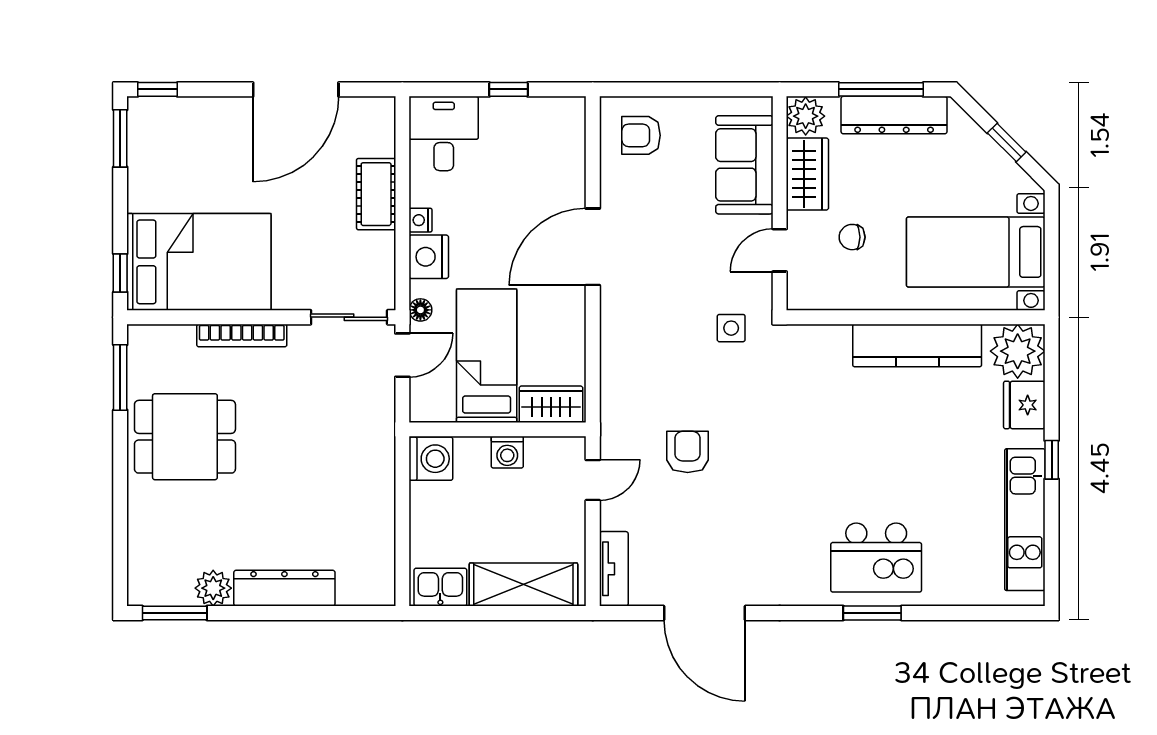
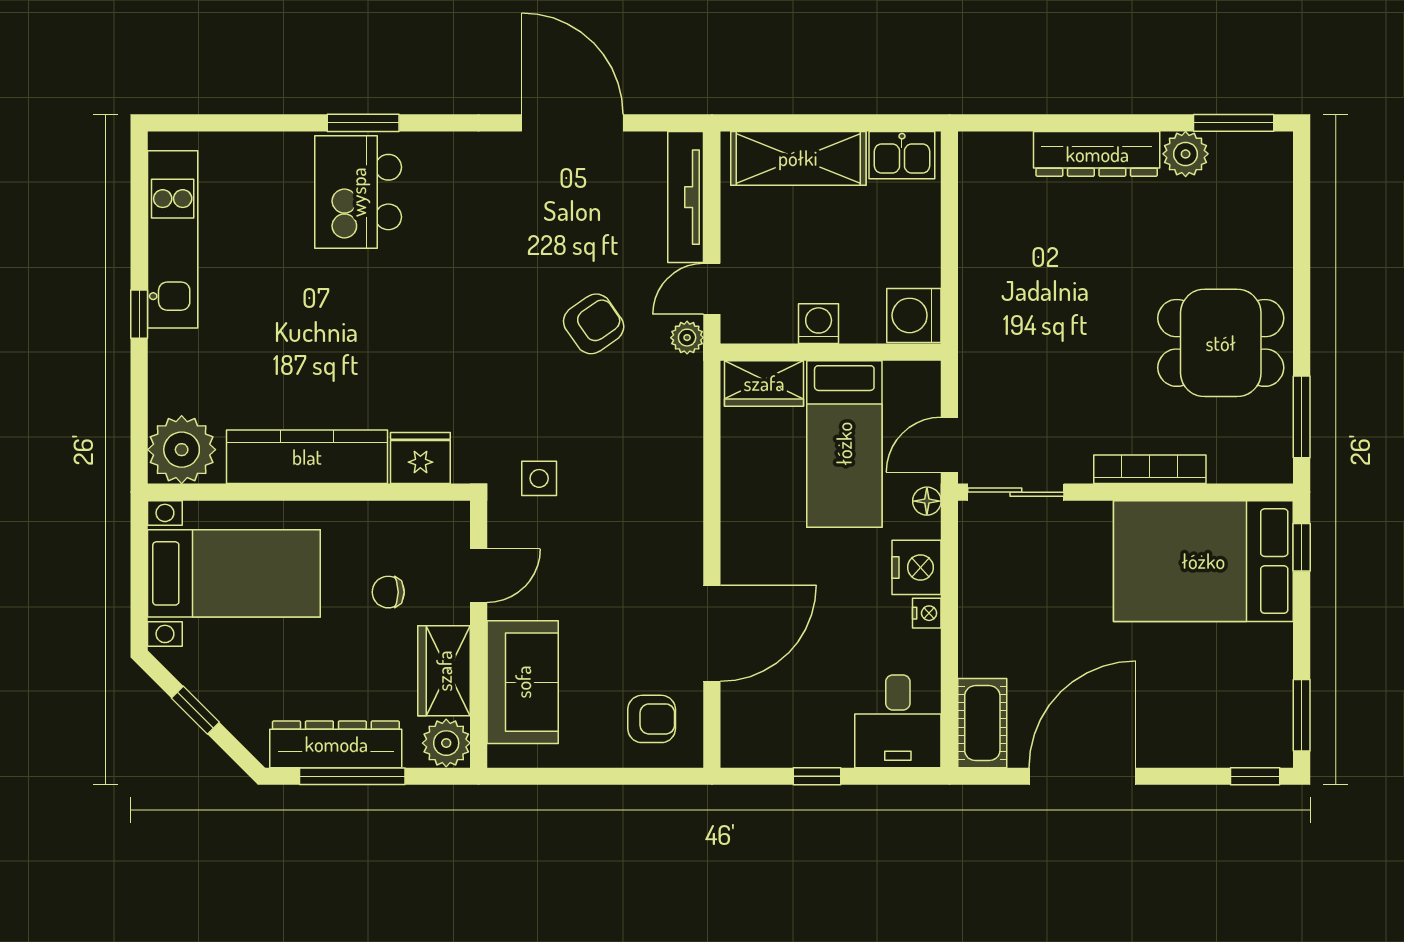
cot: (376, 194) -> (982, 723), moved
chair: (852, 237) -> (388, 592), turned 180
door: (593, 247) -> (712, 633), moved
fridge: (1024, 405) -> (420, 458), moved, turned -90
plant: (613, 441) -> (687, 338), added
armchair: (688, 452) -> (594, 324), turned -125
kitchen island: (876, 558) -> (358, 192), turned -90
tv unit: (614, 569) -> (686, 197), width x1.41

